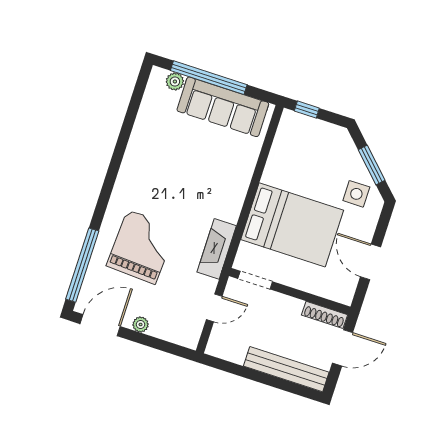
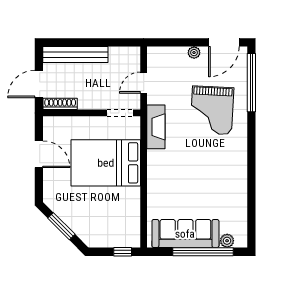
side table: (356, 194) -> (66, 201), removed

